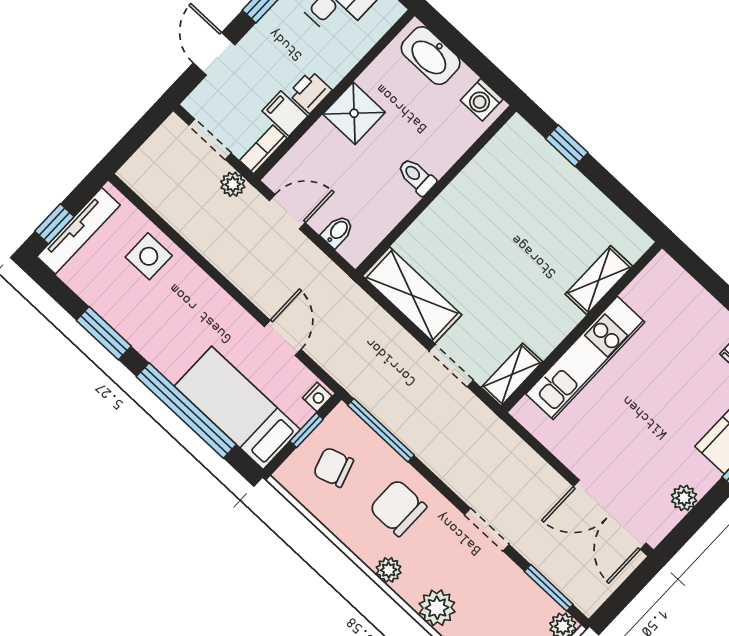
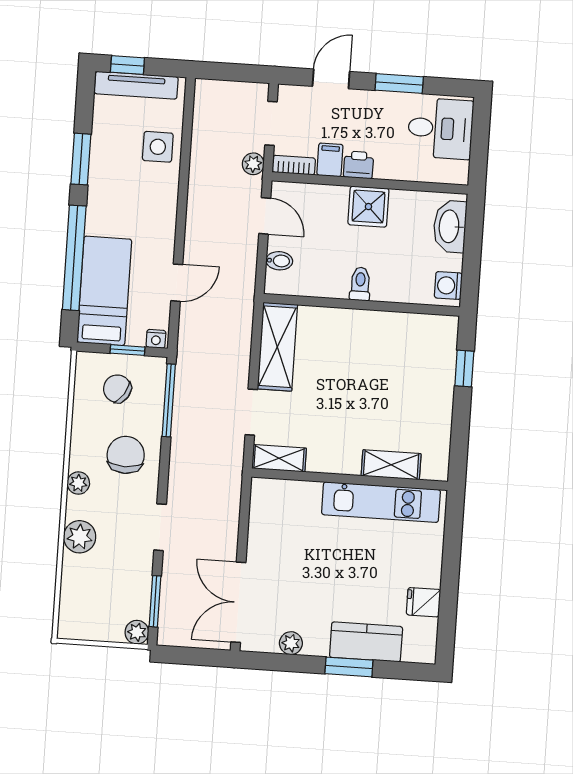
kitchen unit: (585, 358) -> (381, 502), moved
chair: (333, 467) -> (117, 389), turned -39

